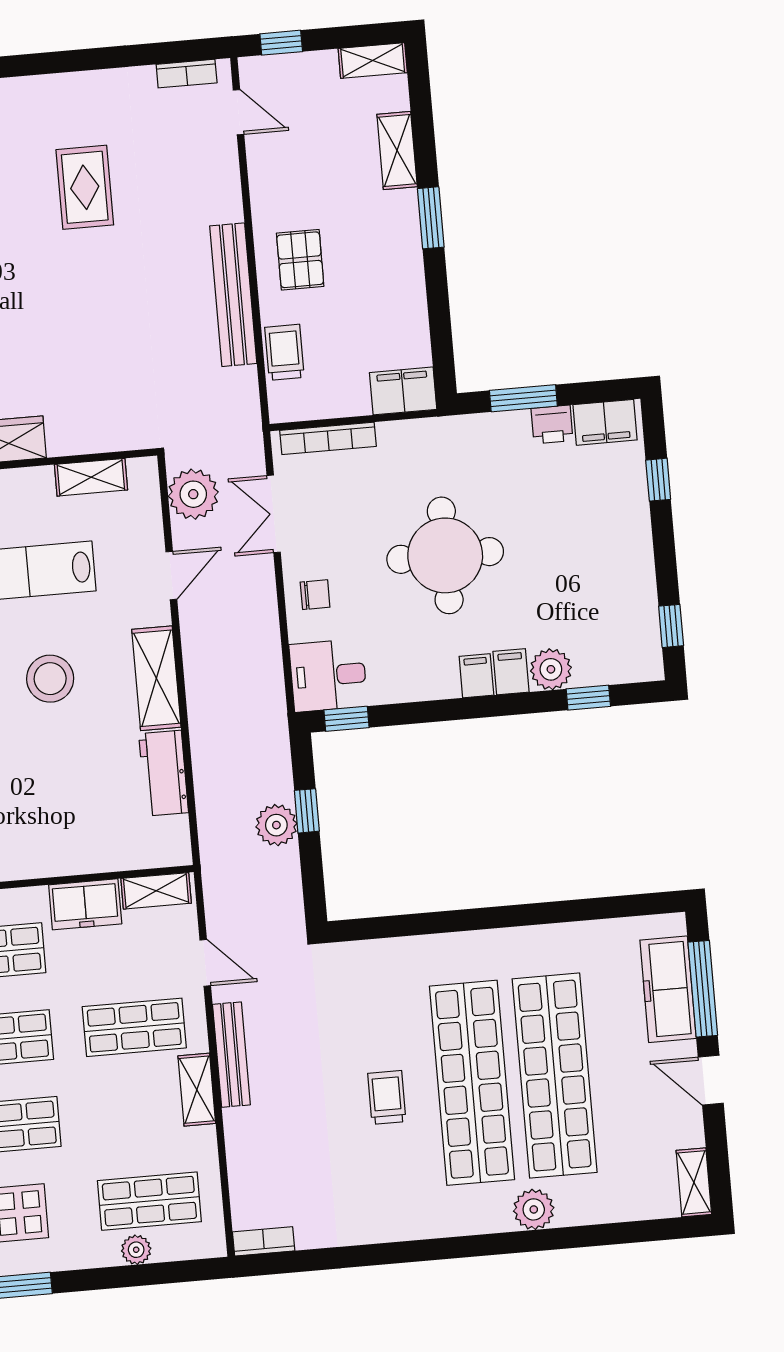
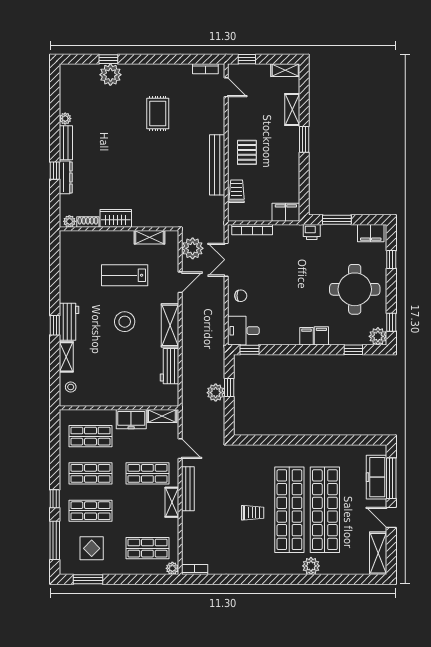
printer: (552, 424) -> (312, 232), moved
round table: (445, 555) -> (355, 289), moved
plant: (551, 669) -> (378, 336), moved
trolley: (387, 1097) -> (253, 513), turned 90
shelving: (694, 1182) -> (378, 553), width x1.50, depth x1.33
plant: (136, 1250) -> (172, 568), moved

